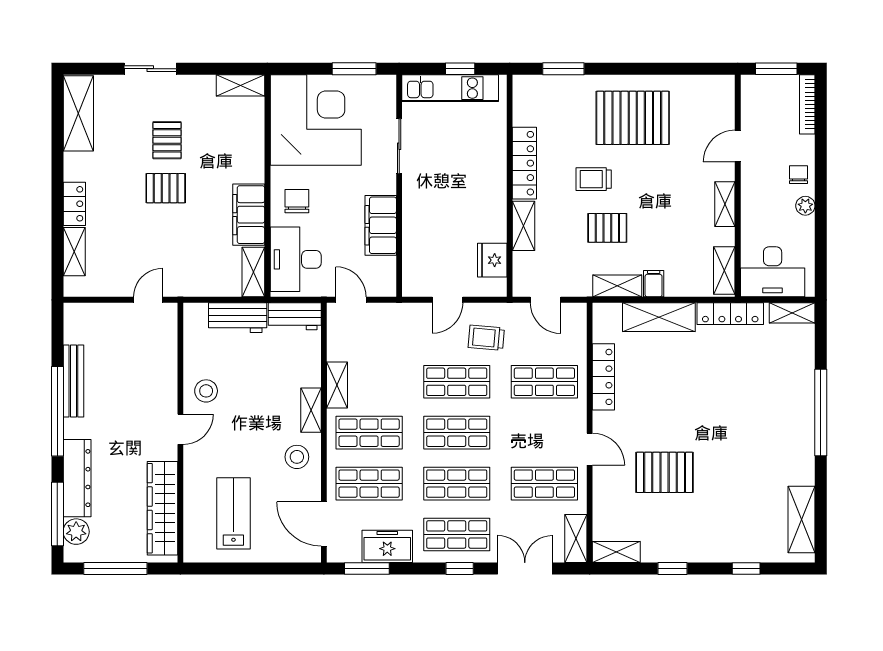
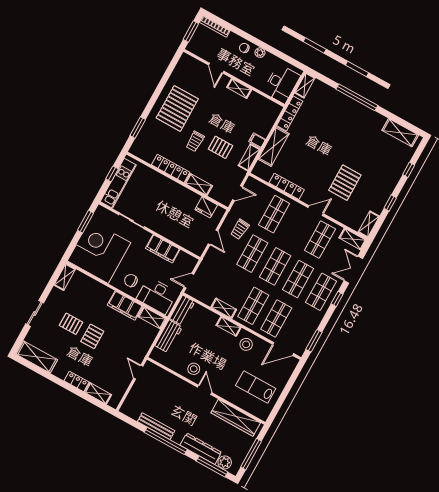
pallet: (607, 228) -> (220, 147), turned 90
shelving: (724, 271) -> (269, 105), removed
freezer: (387, 546) -> (309, 326), removed

